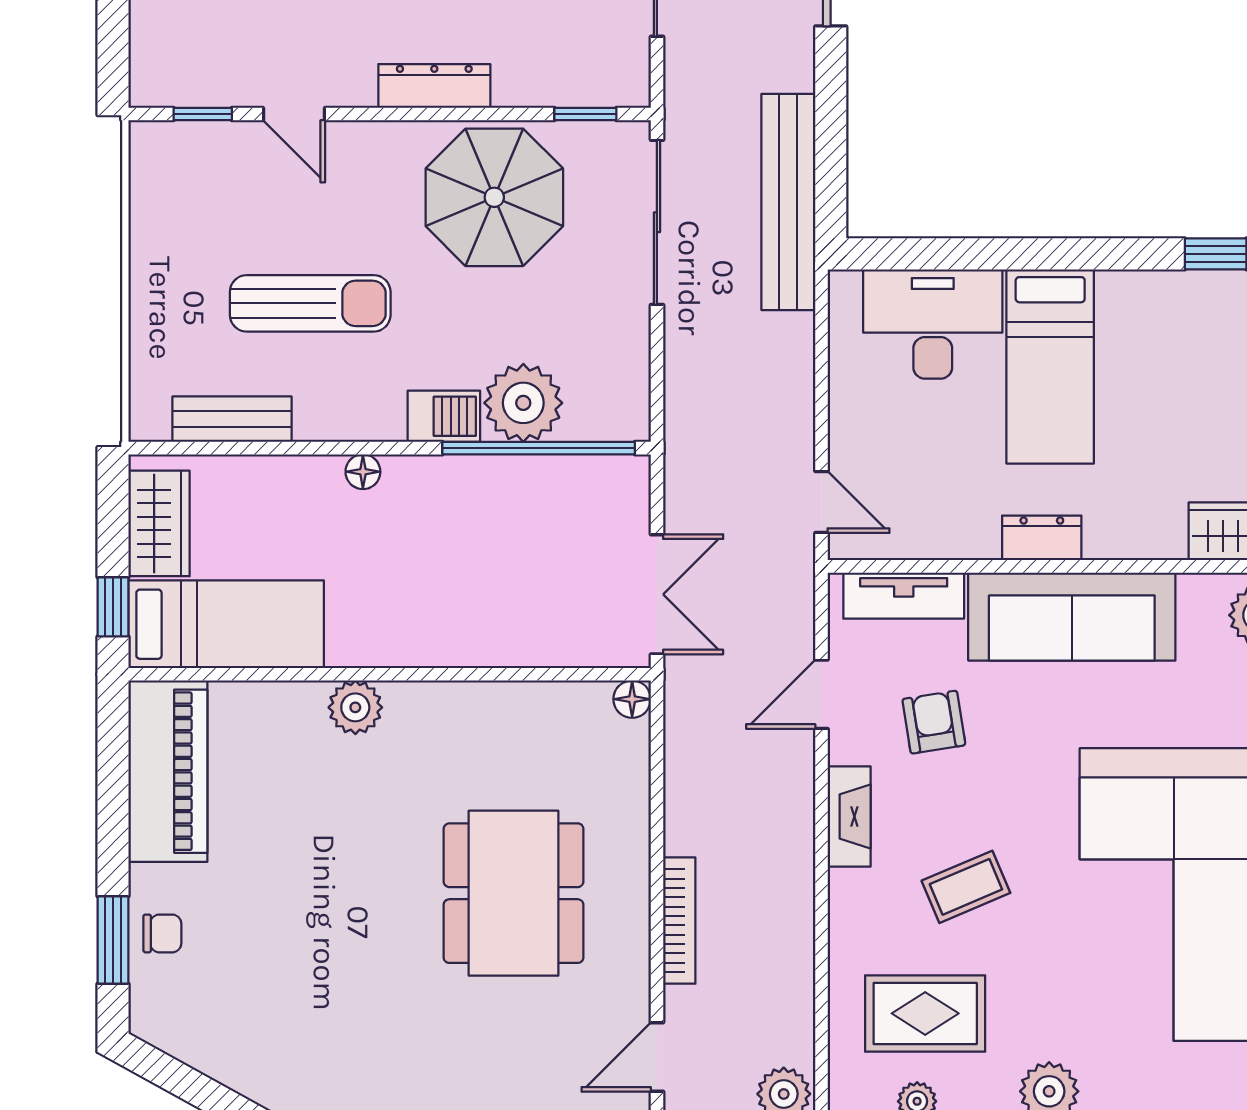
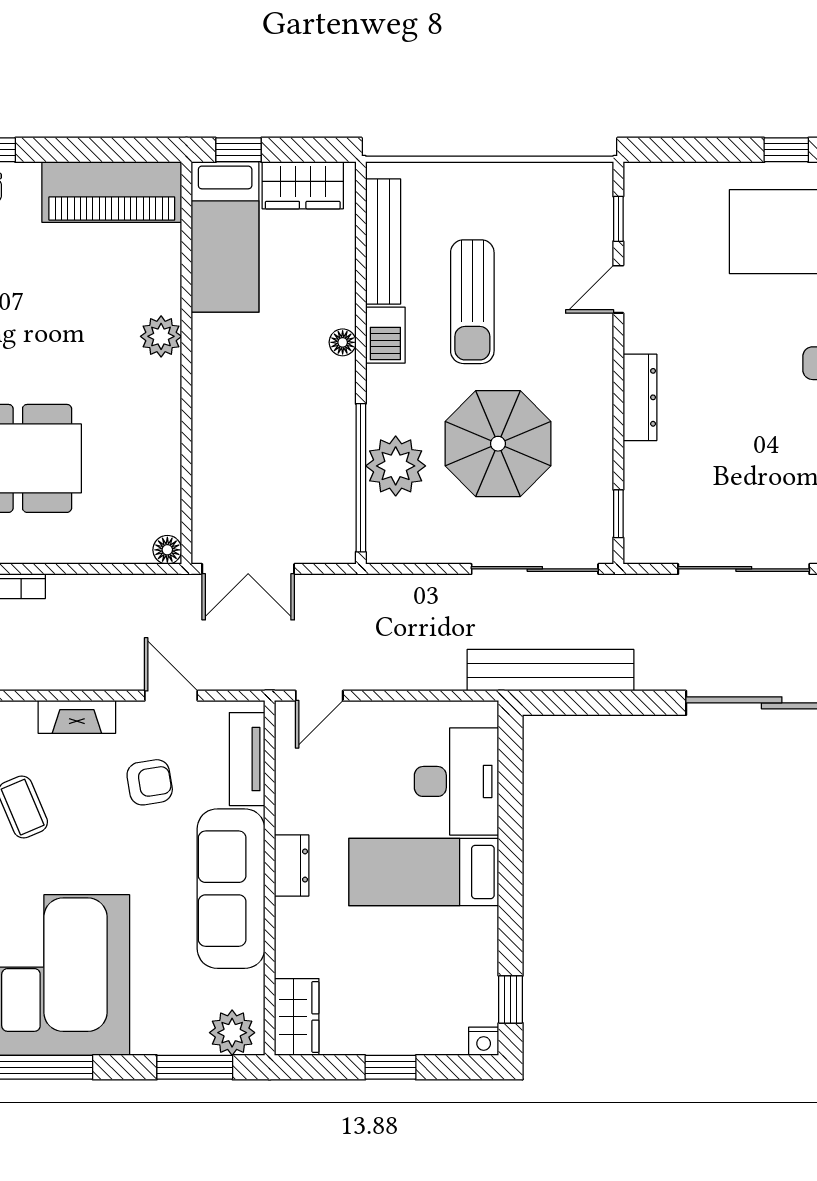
parasol: (494, 197) -> (498, 444), moved
barbecue: (444, 416) -> (385, 335), moved
bench: (232, 419) -> (383, 241), width x1.36

